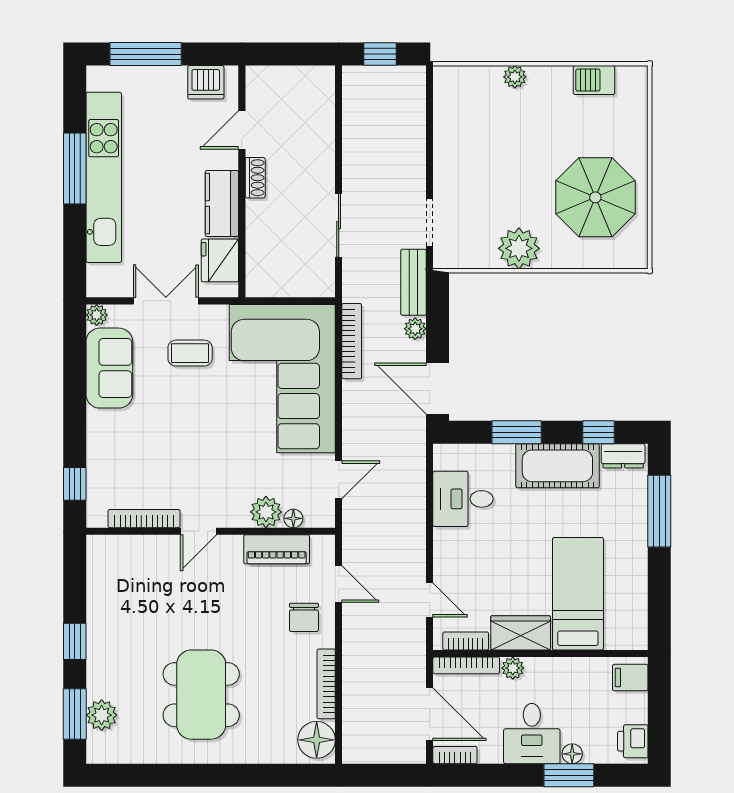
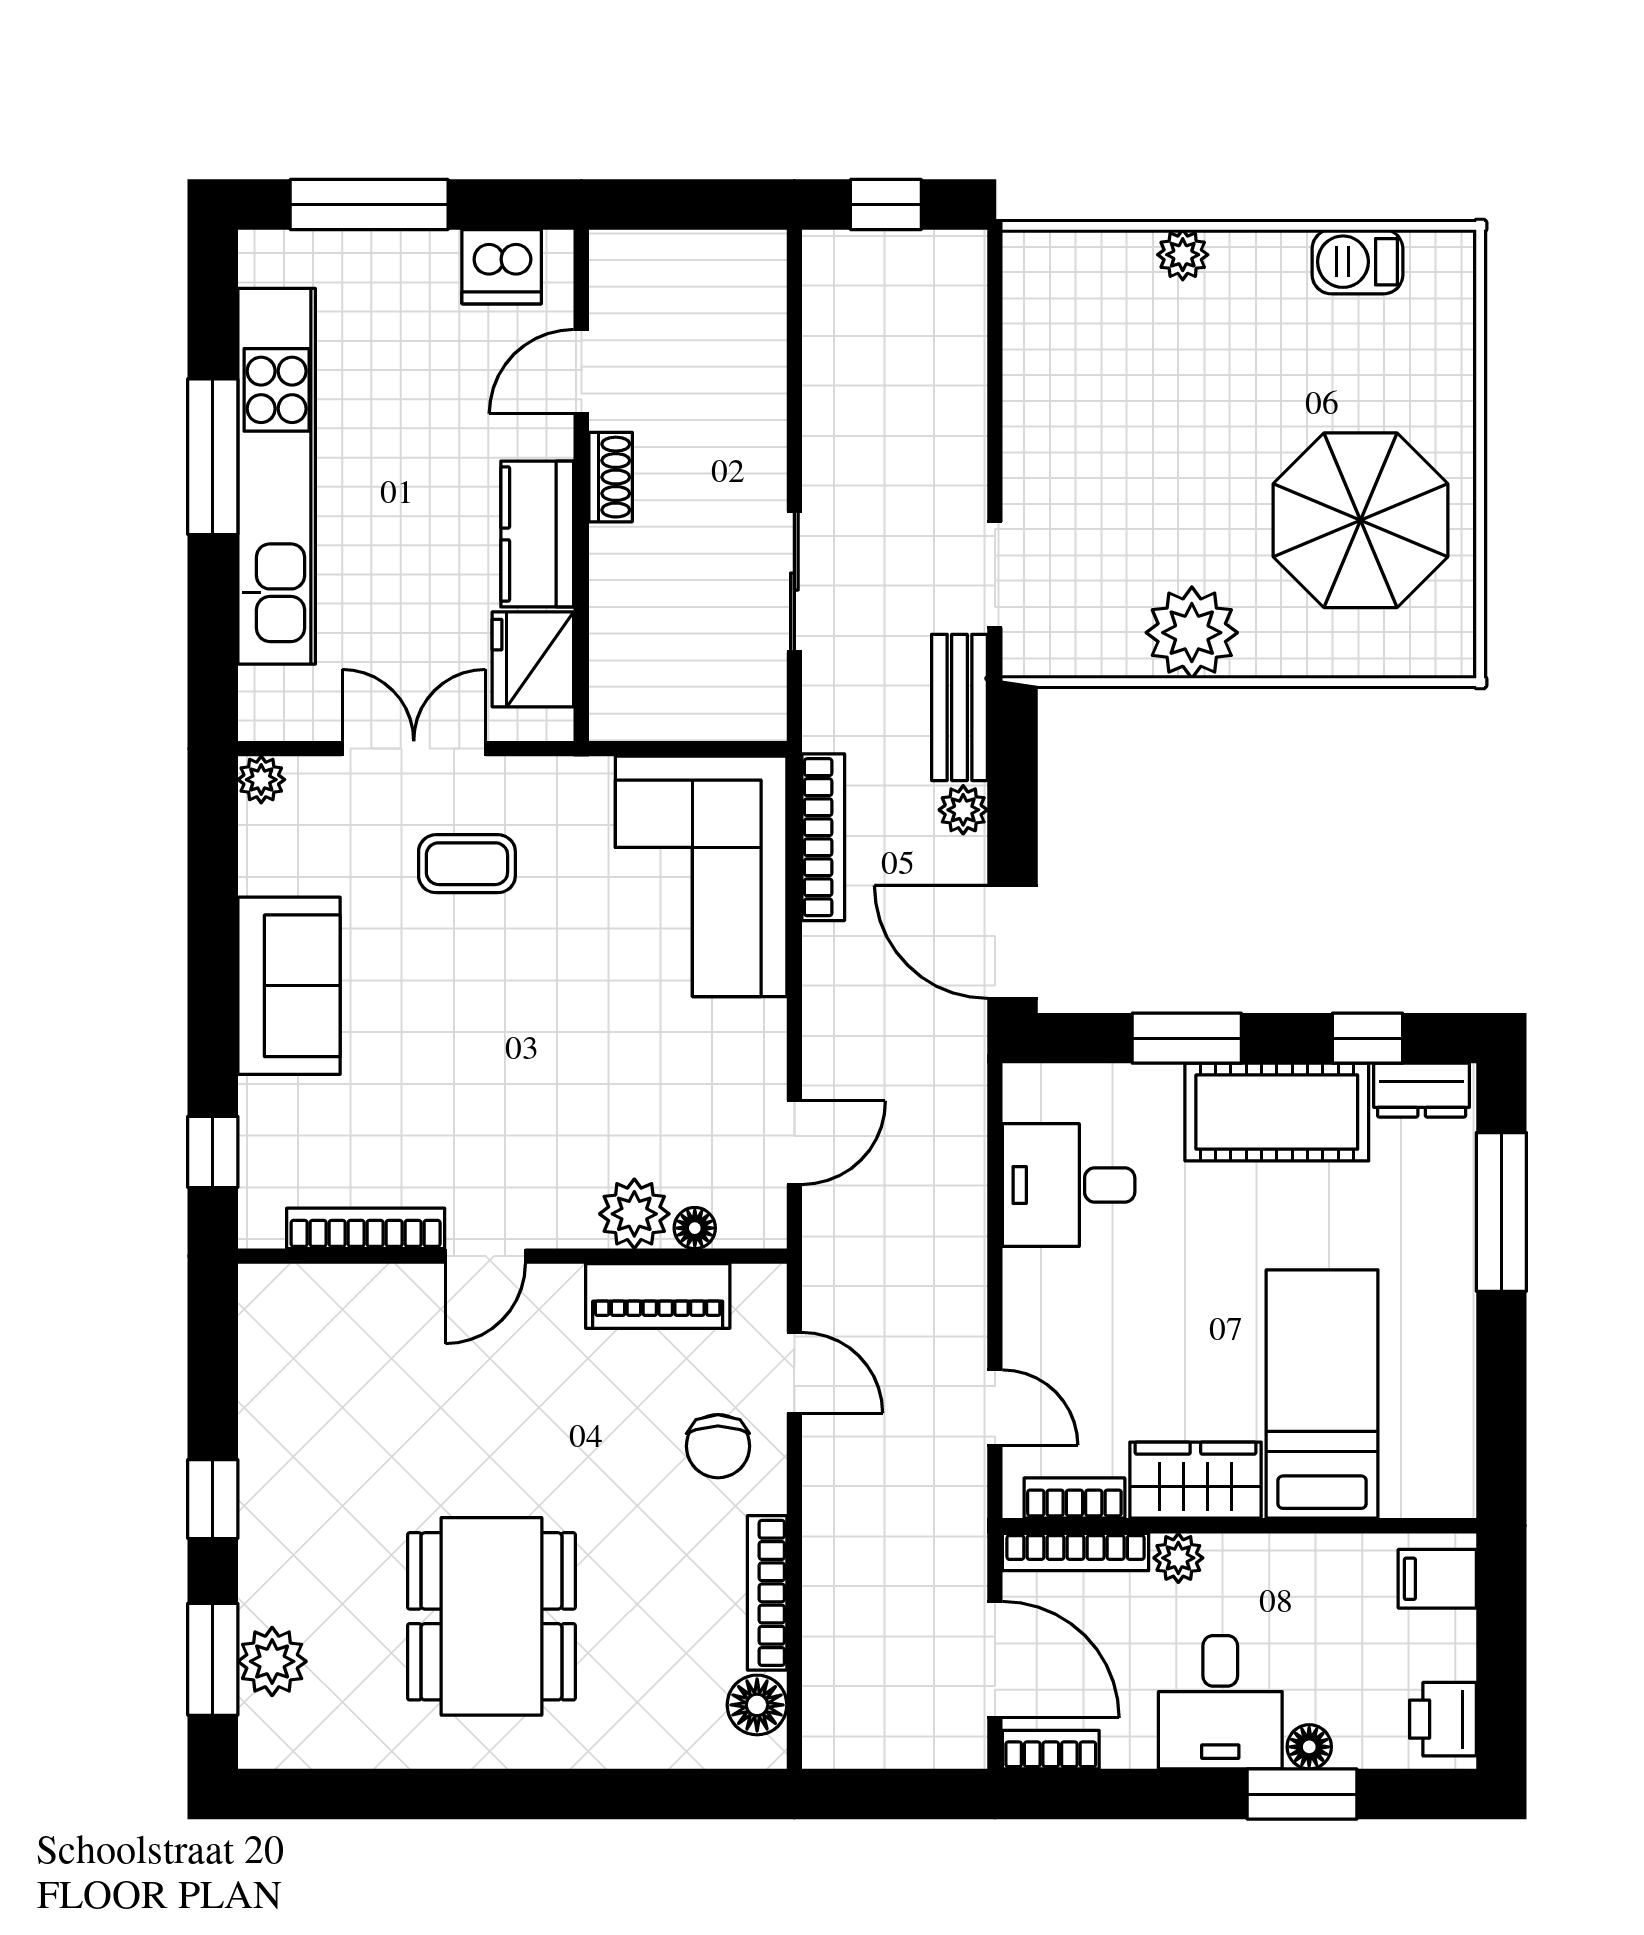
sofa: (109, 368) -> (289, 986), moved
corner sofa: (282, 379) -> (701, 876), width x0.73, depth x0.74
floor lamp: (317, 740) -> (757, 1705), width x0.73, depth x0.73

